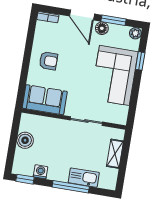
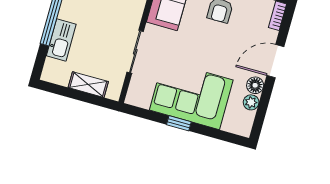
window: (113, 20) -> (264, 102), removed
plant: (135, 33) -> (251, 102), moved
window: (140, 61) -> (179, 123), moved

